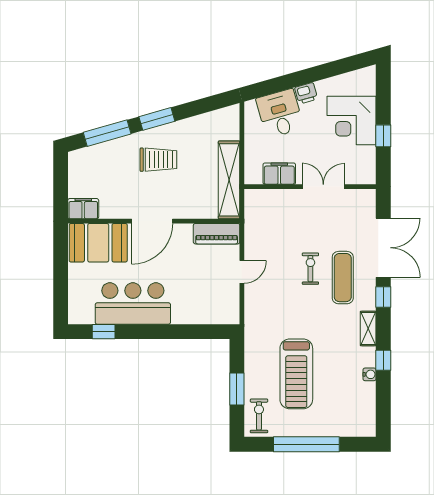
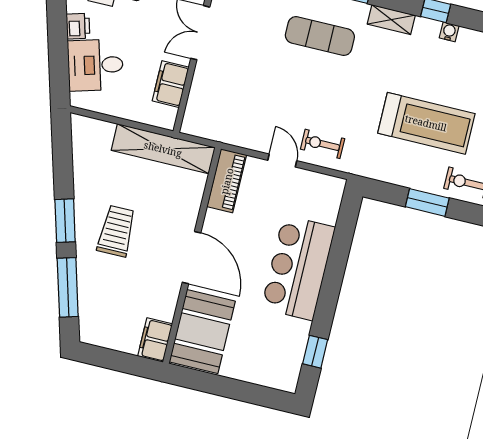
exercise bike: (310, 269) -> (323, 144), moved
bar counter: (133, 303) -> (298, 268), moved

